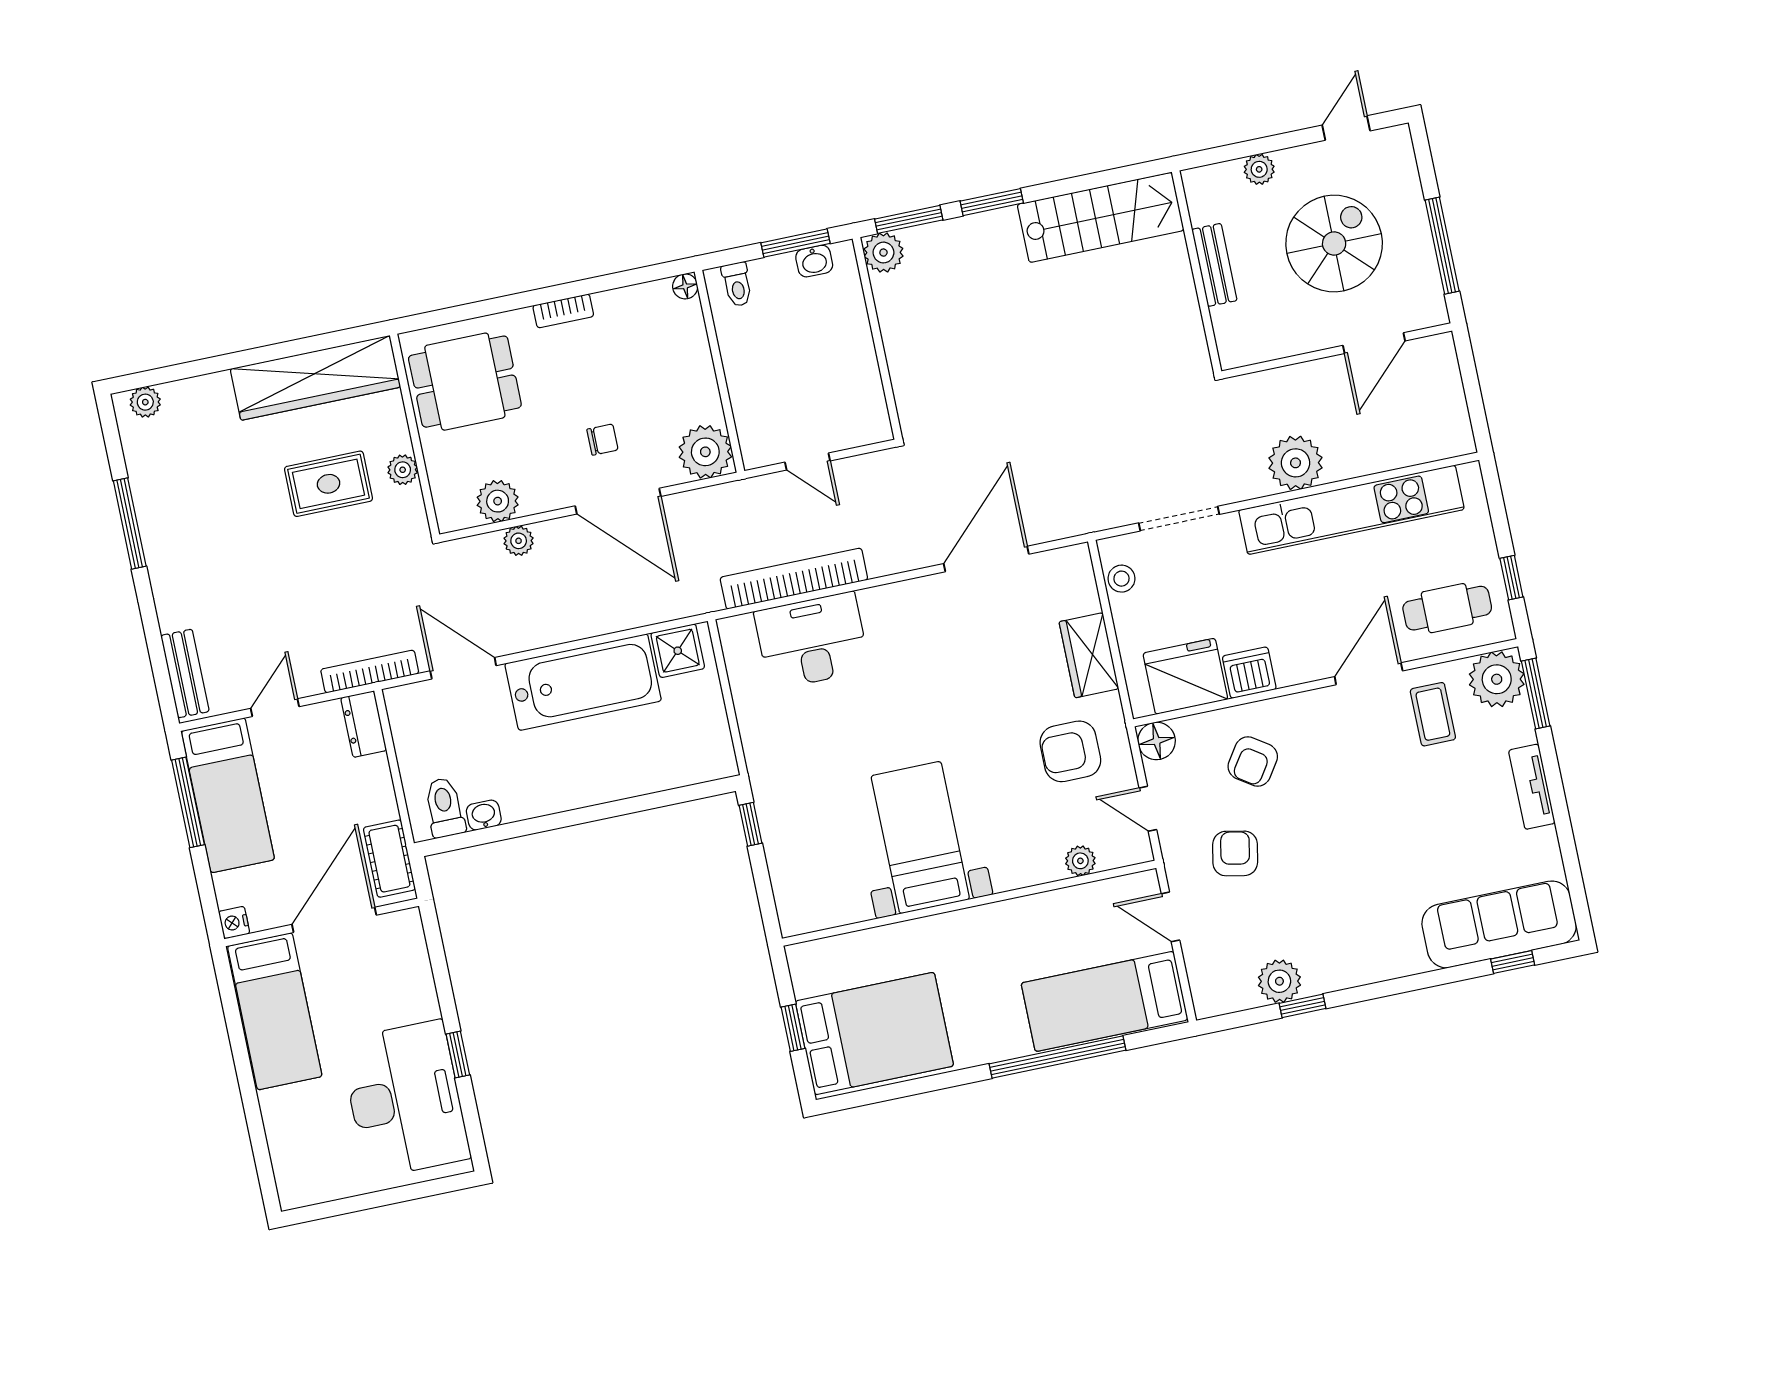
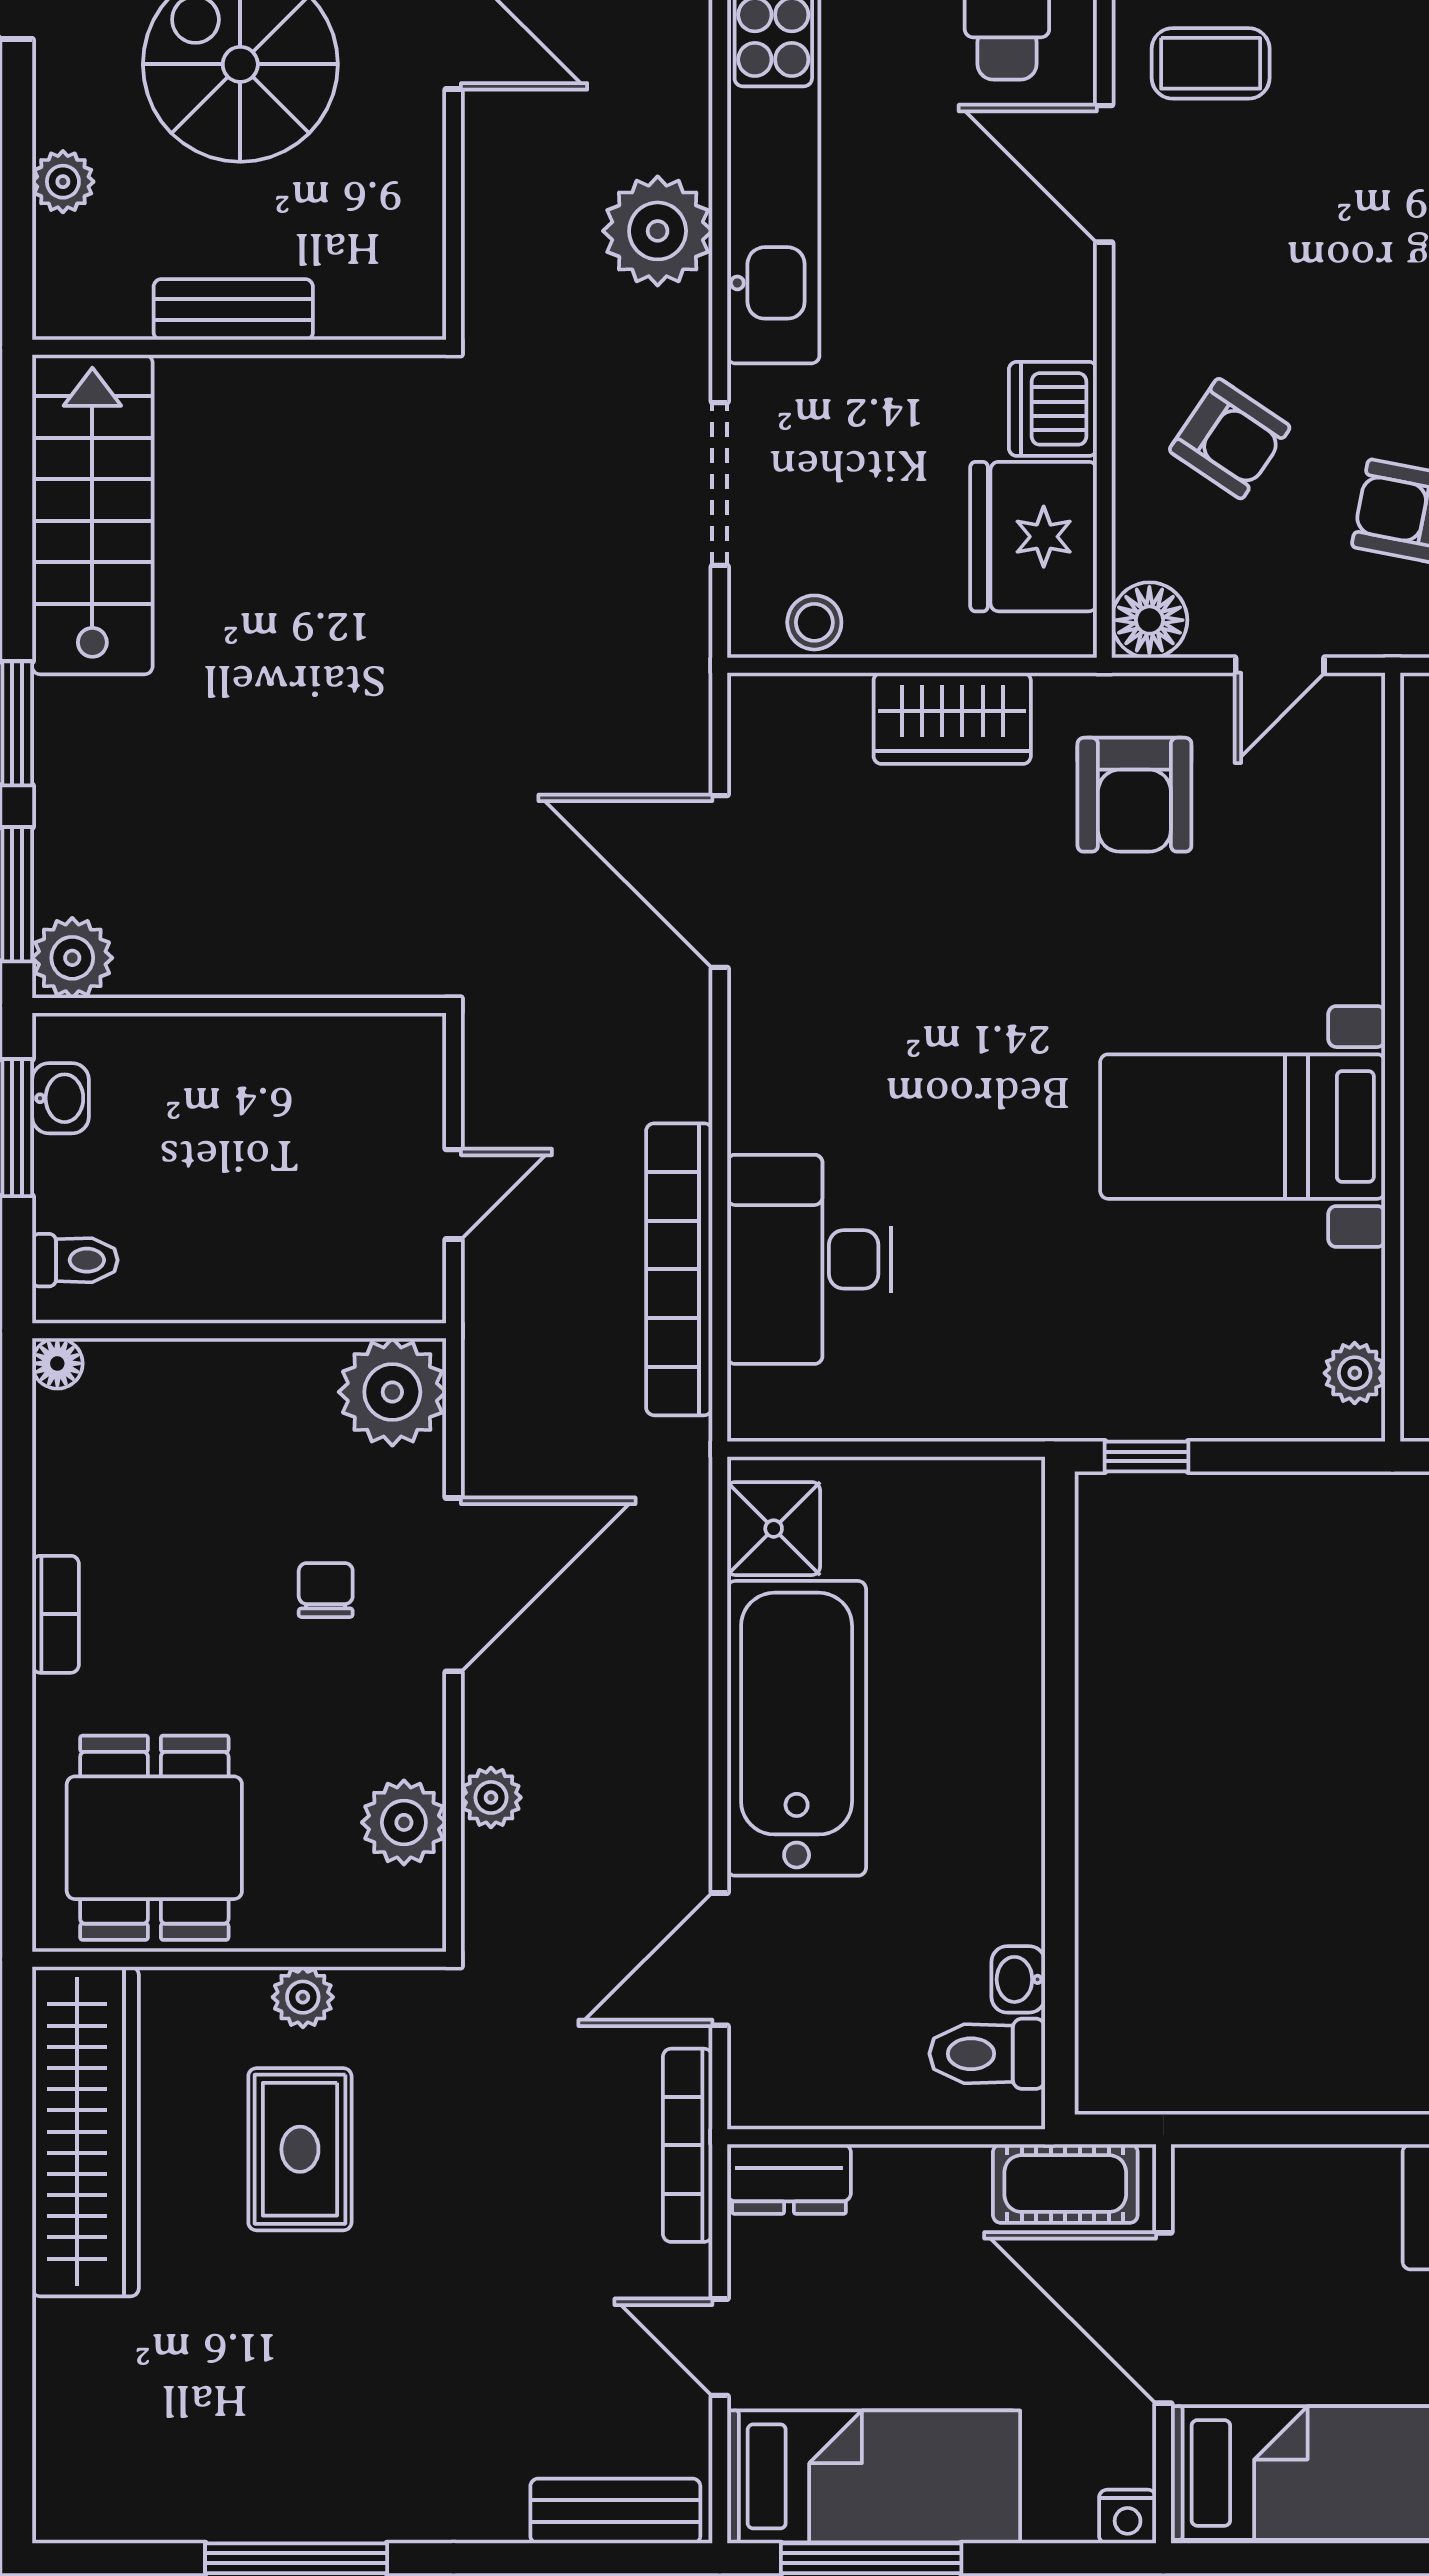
plant: (145, 402) -> (63, 2477), removed
plant: (1080, 861) -> (1355, 1373), moved

